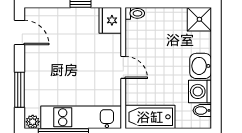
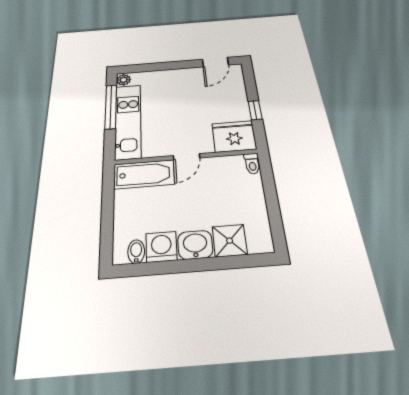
shower: (199, 19) -> (230, 241), moved
fridge: (110, 20) -> (234, 136), width x1.36, depth x1.34
window: (19, 90) -> (157, 67), removed
bathtub: (150, 117) -> (144, 174), moved, turned 90

